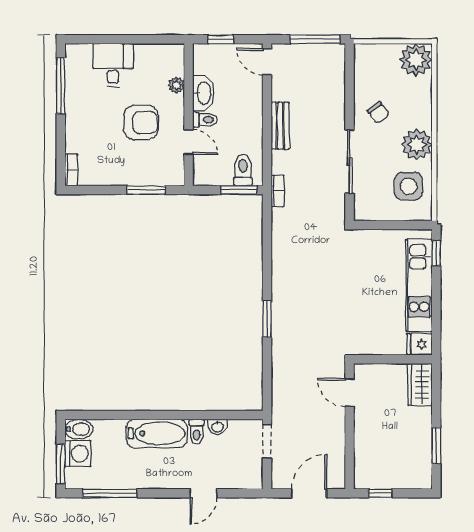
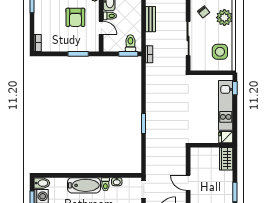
armchair: (141, 122) -> (75, 17), turned 90
plant: (417, 145) -> (224, 18), moved
door: (350, 393) -> (188, 183), moved

